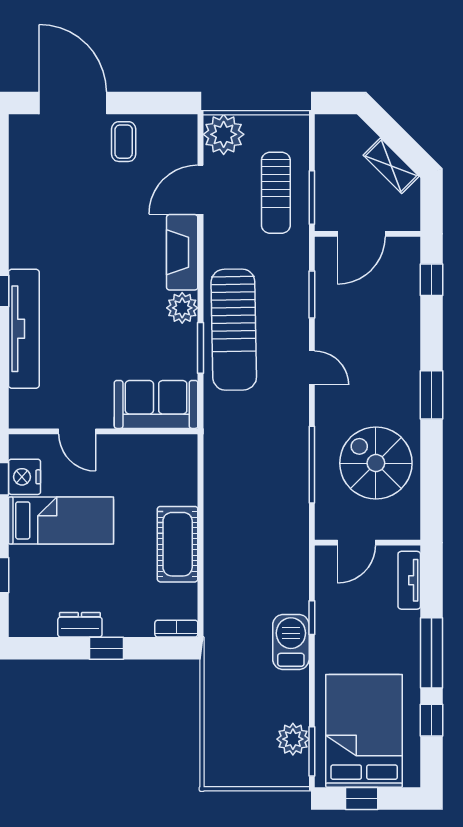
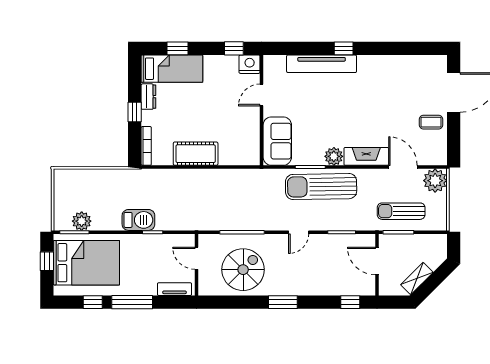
nightstand: (25, 477) -> (250, 64), moved
bed: (61, 520) -> (172, 69), moved, turned -90
bookcase: (176, 629) -> (146, 146), width x1.56

